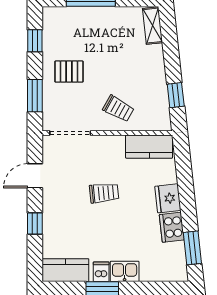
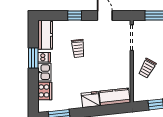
kitchen counter: (149, 147) -> (115, 97), moved, turned 84
trolley: (104, 193) -> (78, 48), moved
cooker: (172, 227) -> (45, 91), moved, turned 96

